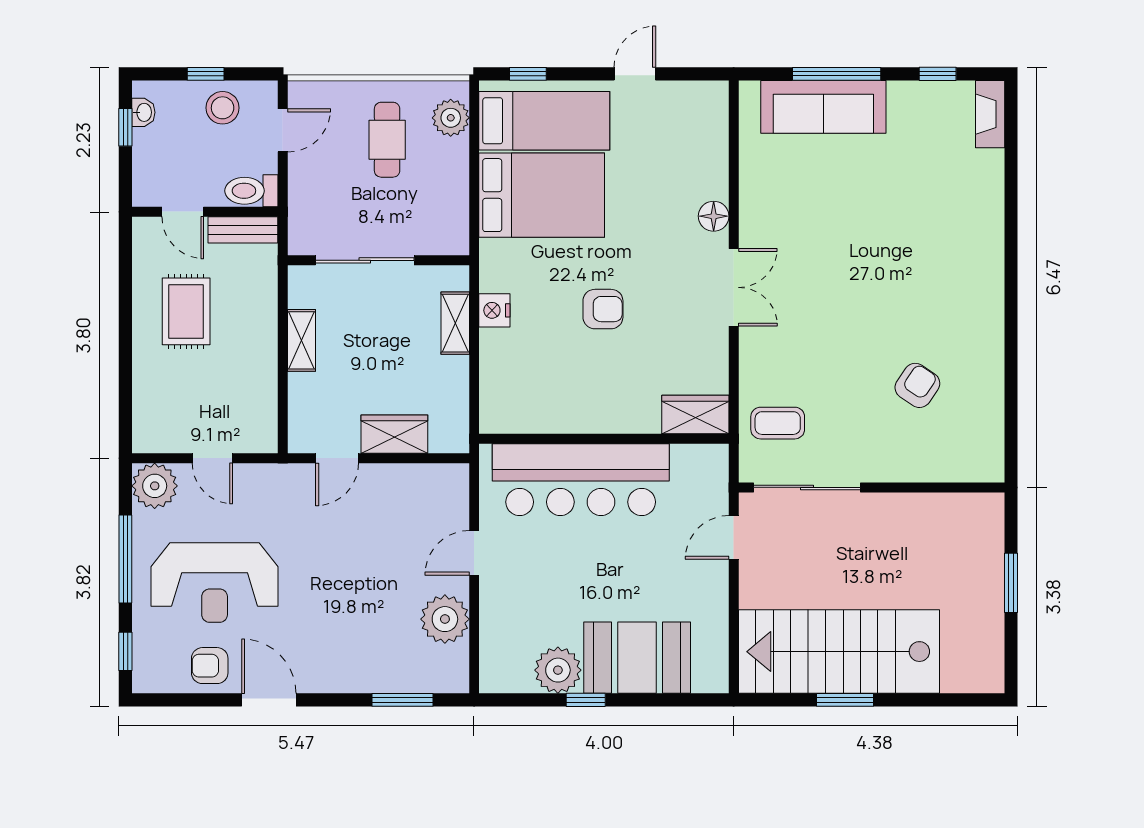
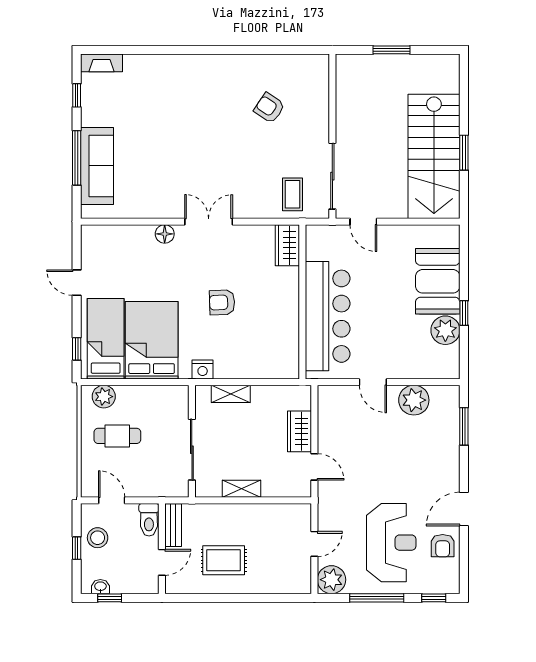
armchair: (603, 309) -> (222, 302), turned -92
nightstand: (494, 310) -> (203, 369), moved

